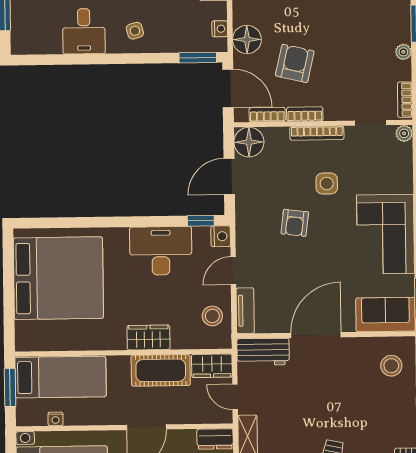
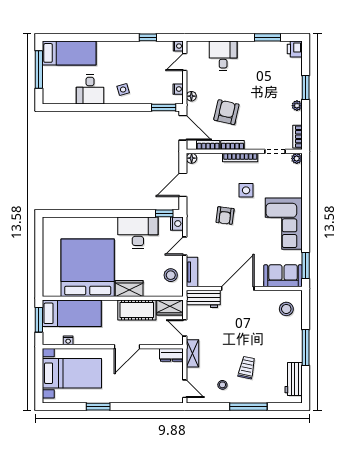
floor lamp: (247, 39) -> (191, 96), width x0.53, depth x0.53
floor lamp: (249, 142) -> (192, 158), width x0.53, depth x0.53
bed: (58, 278) -> (88, 268), moved, turned -90

